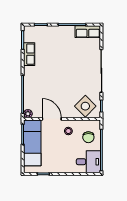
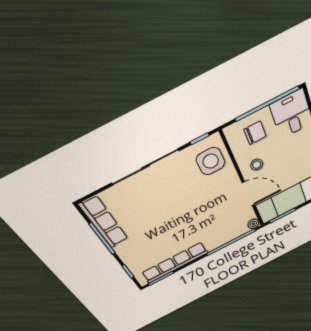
row of seats: (88, 32) -> (104, 222), width x1.48
row of seats: (29, 54) -> (175, 263), width x2.02
side table: (85, 106) -> (211, 161), turned 45
door: (52, 119) -> (248, 194), swing flipped

